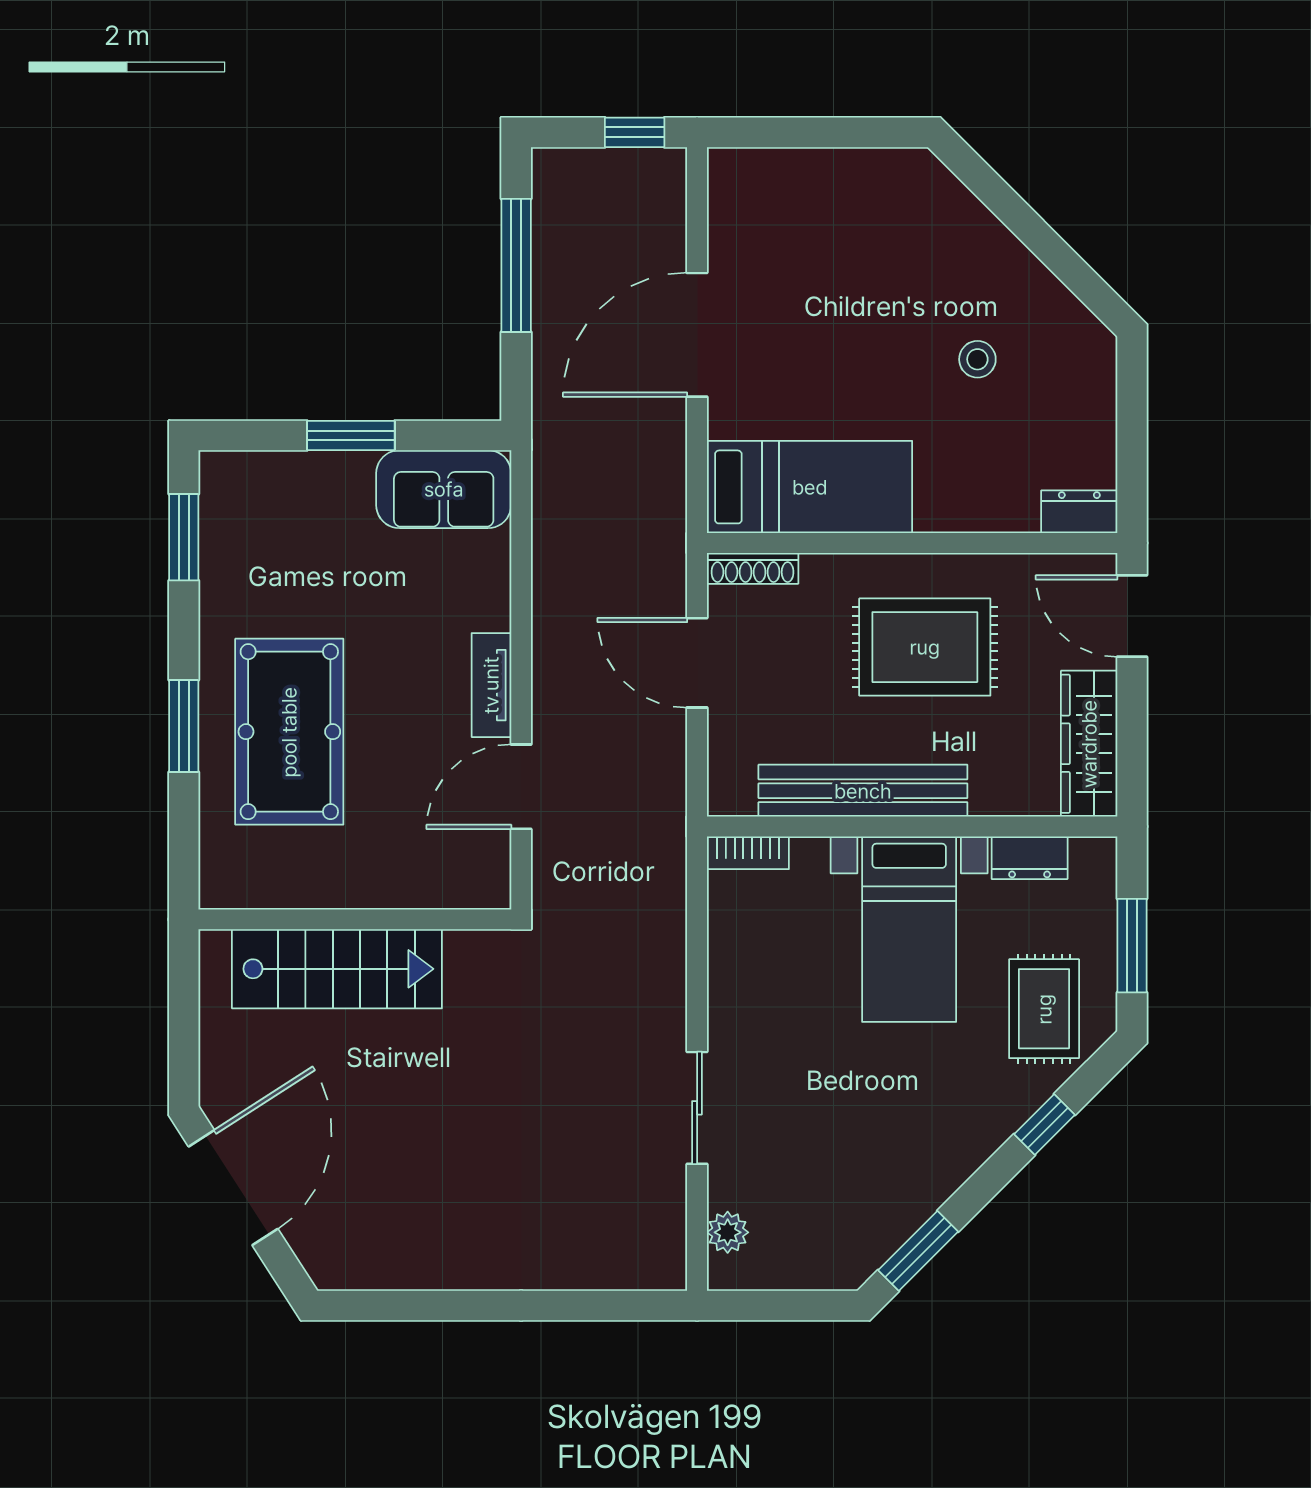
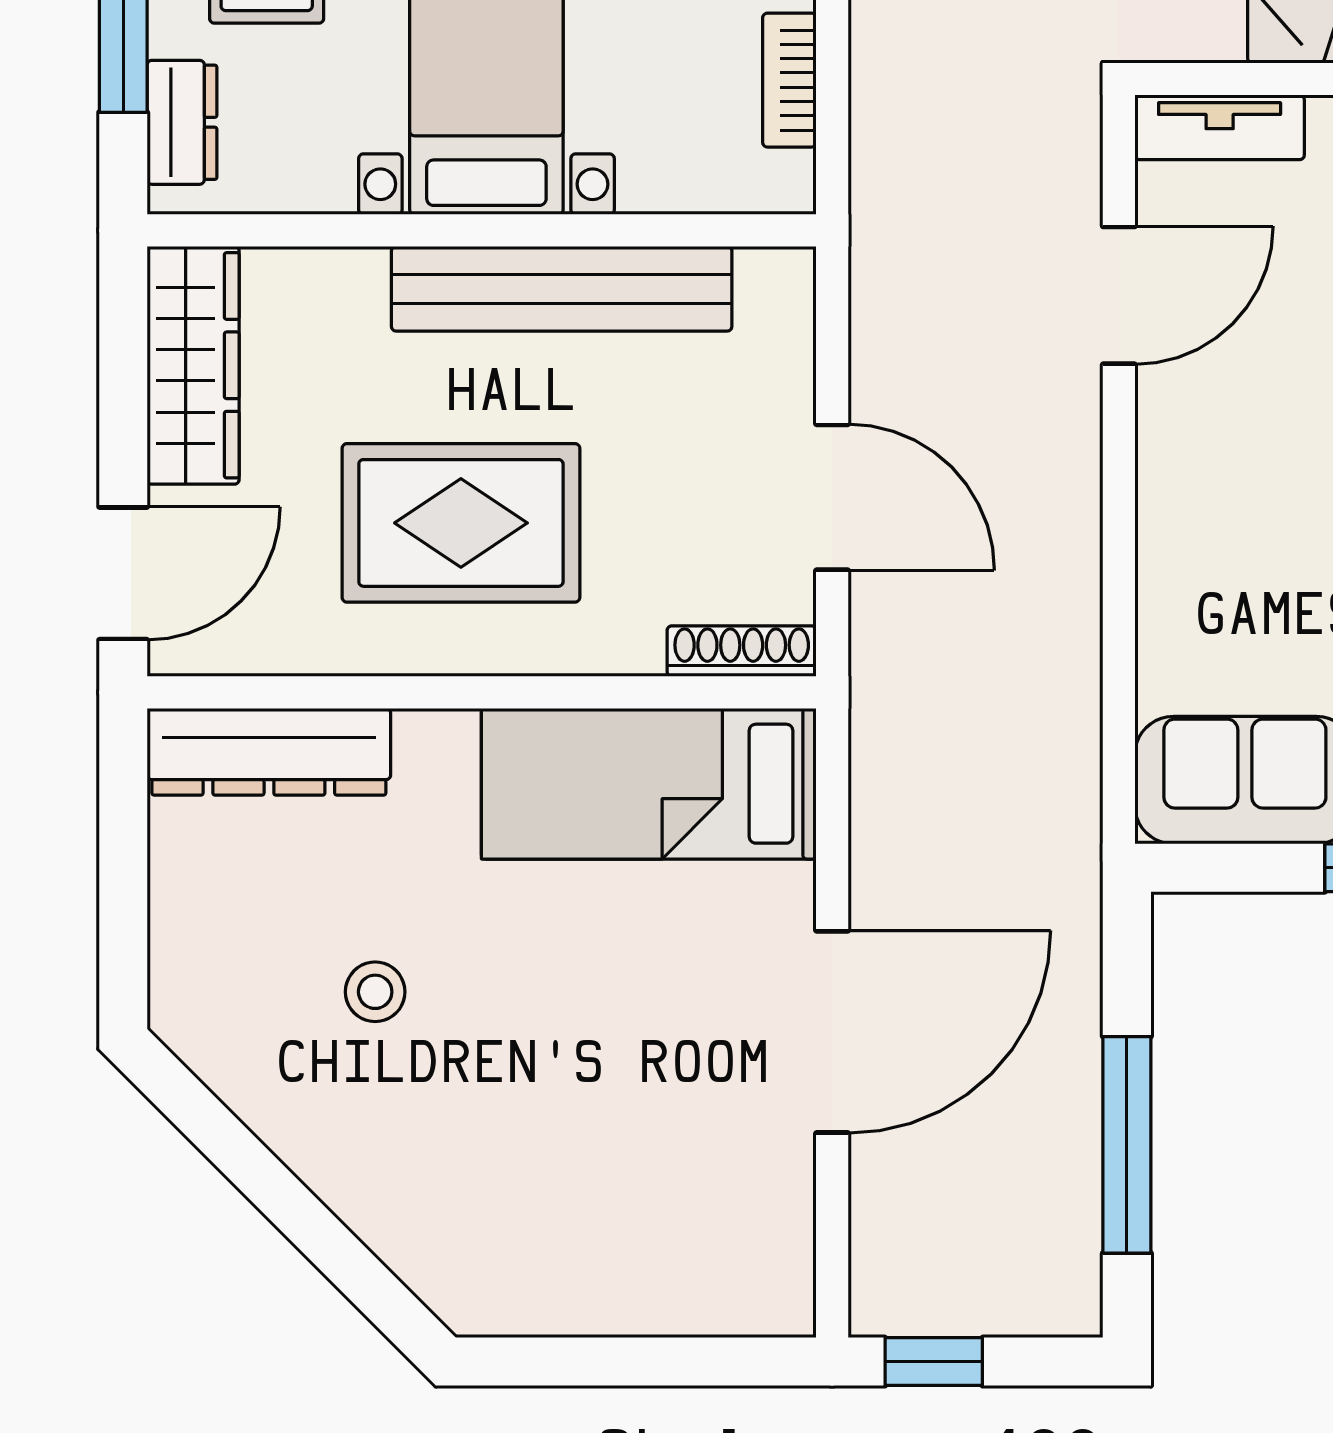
dresser: (1079, 512) -> (269, 752), width x1.96, depth x1.24
door: (1132, 616) -> (123, 573), hinge flipped
tv unit: (491, 685) -> (1220, 127), moved, turned 90
bookcase: (748, 853) -> (789, 80), moved, turned -90
dresser: (1030, 858) -> (182, 122), moved, turned 90

